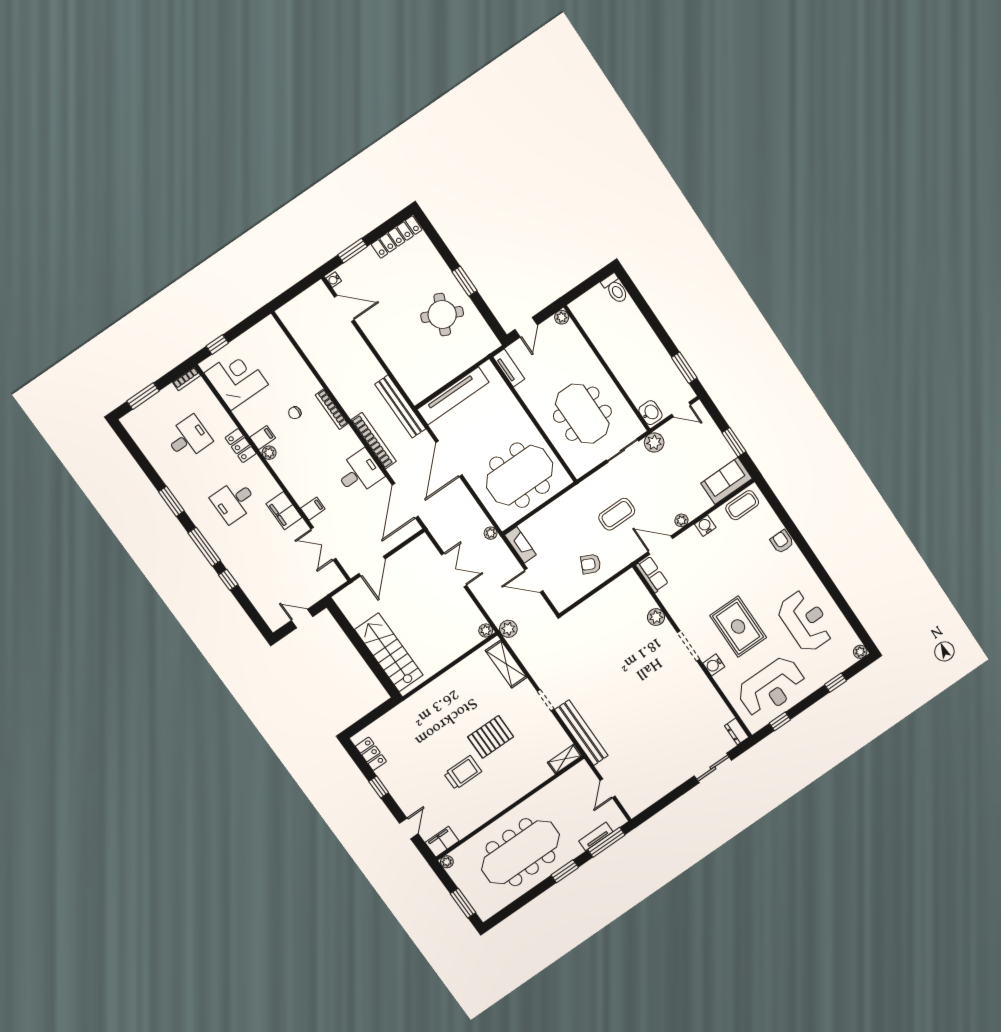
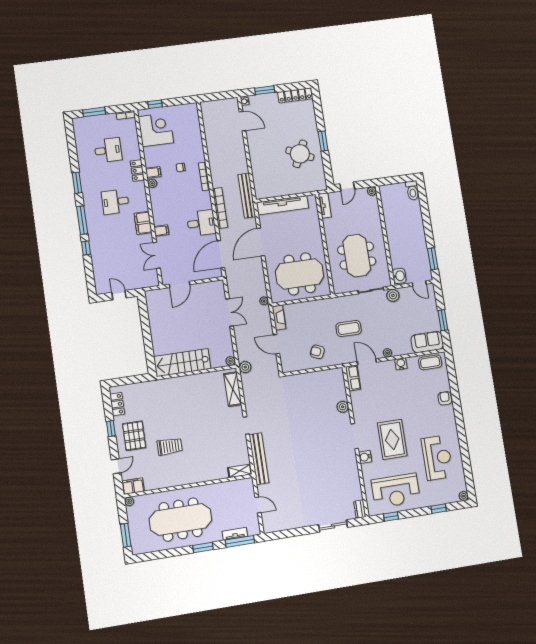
stairs: (389, 652) -> (182, 363), moved, turned -90
pallet: (491, 737) -> (134, 436), moved, turned 90
door: (608, 788) -> (258, 505), swing flipped

